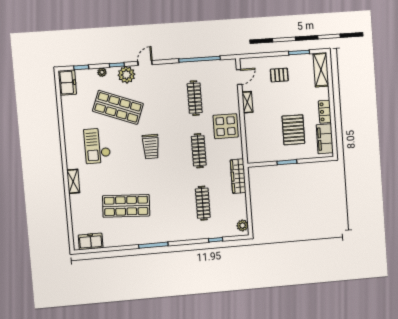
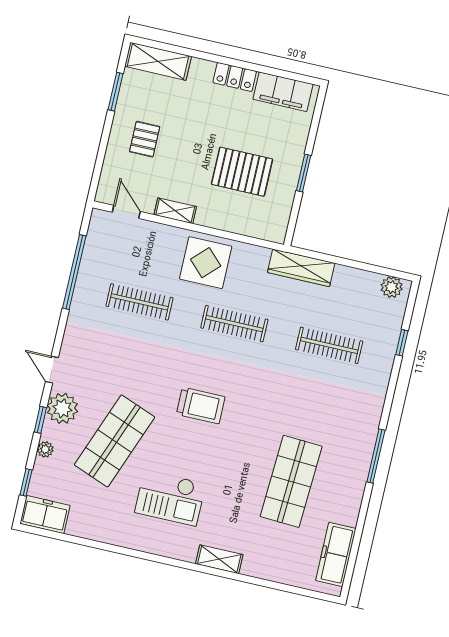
pallet: (293, 130) -> (242, 172), moved
freezer: (91, 241) -> (336, 554), width x1.40

